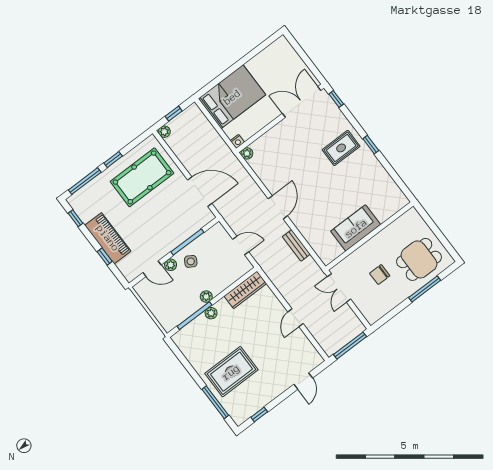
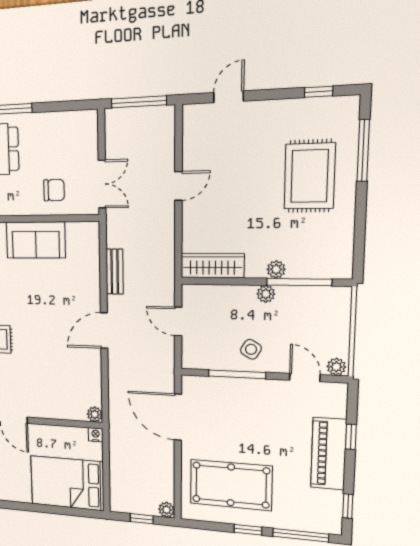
plant: (171, 265) -> (336, 367), moved
chair: (380, 275) -> (54, 190), moved
rug: (231, 372) -> (310, 176), turned 90

